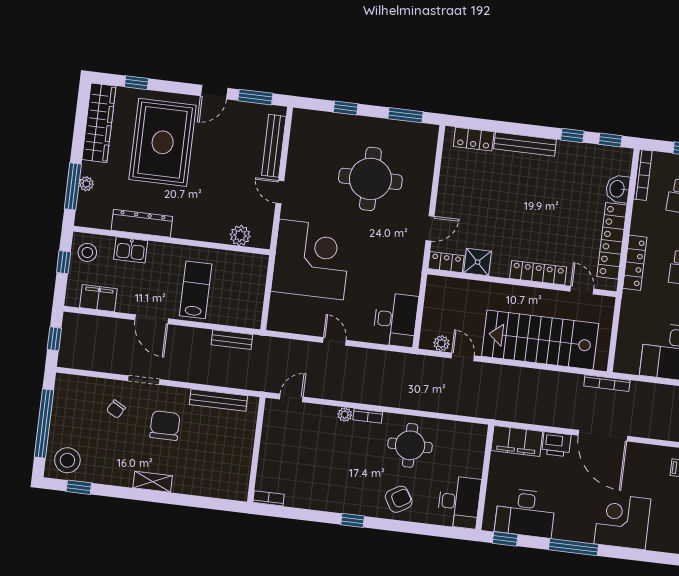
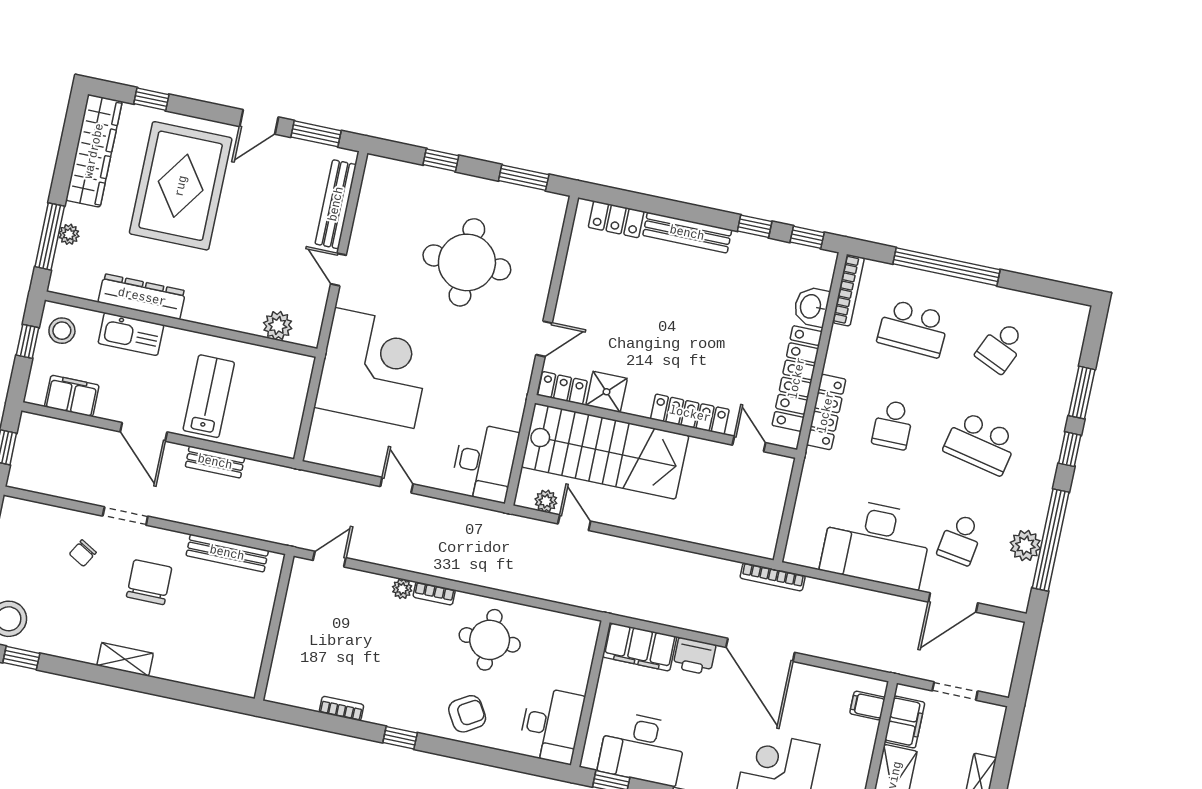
kitchen sink: (131, 250) -> (131, 334), width x1.38
bench: (232, 340) -> (215, 462), moved
stairs: (540, 340) -> (605, 451), moved, turned 180
bookcase: (269, 498) -> (342, 708), moved

